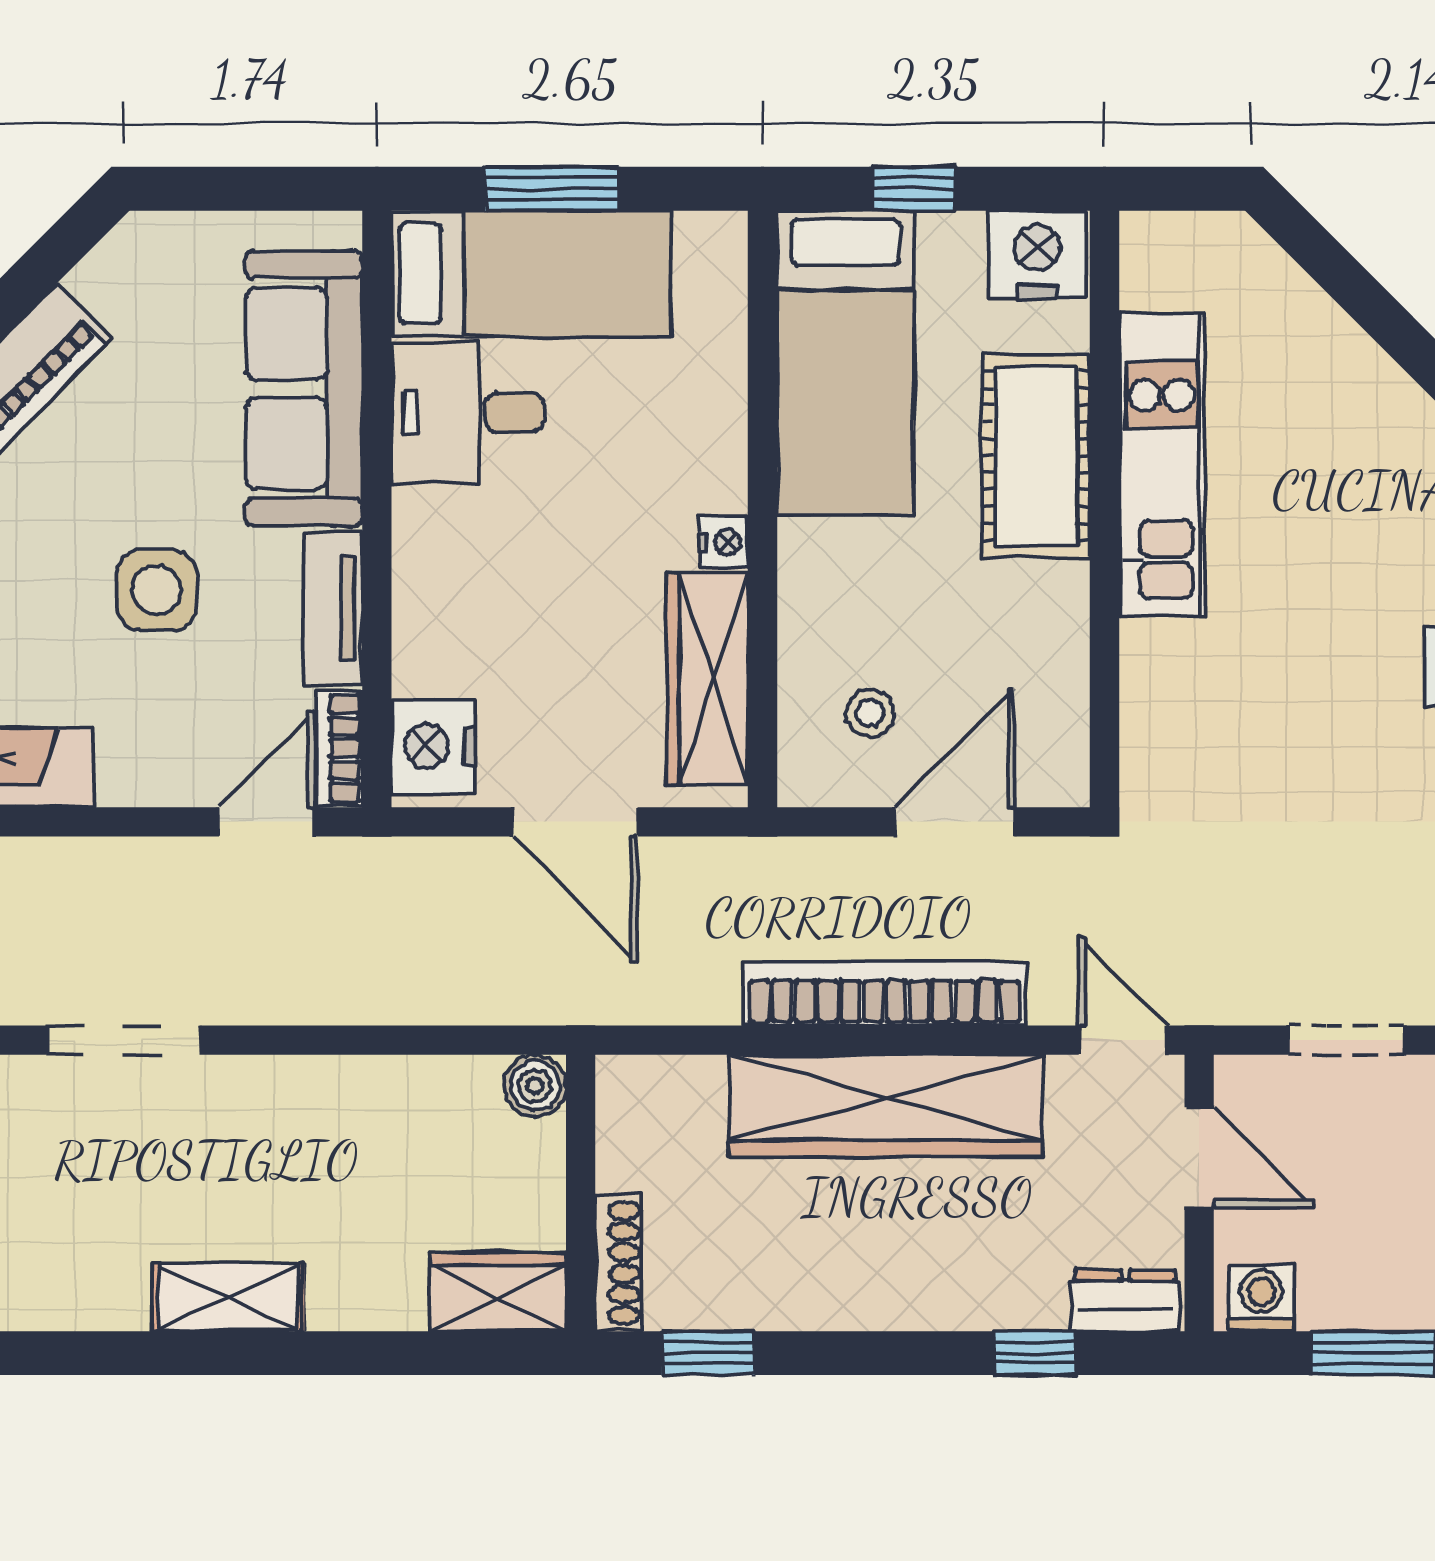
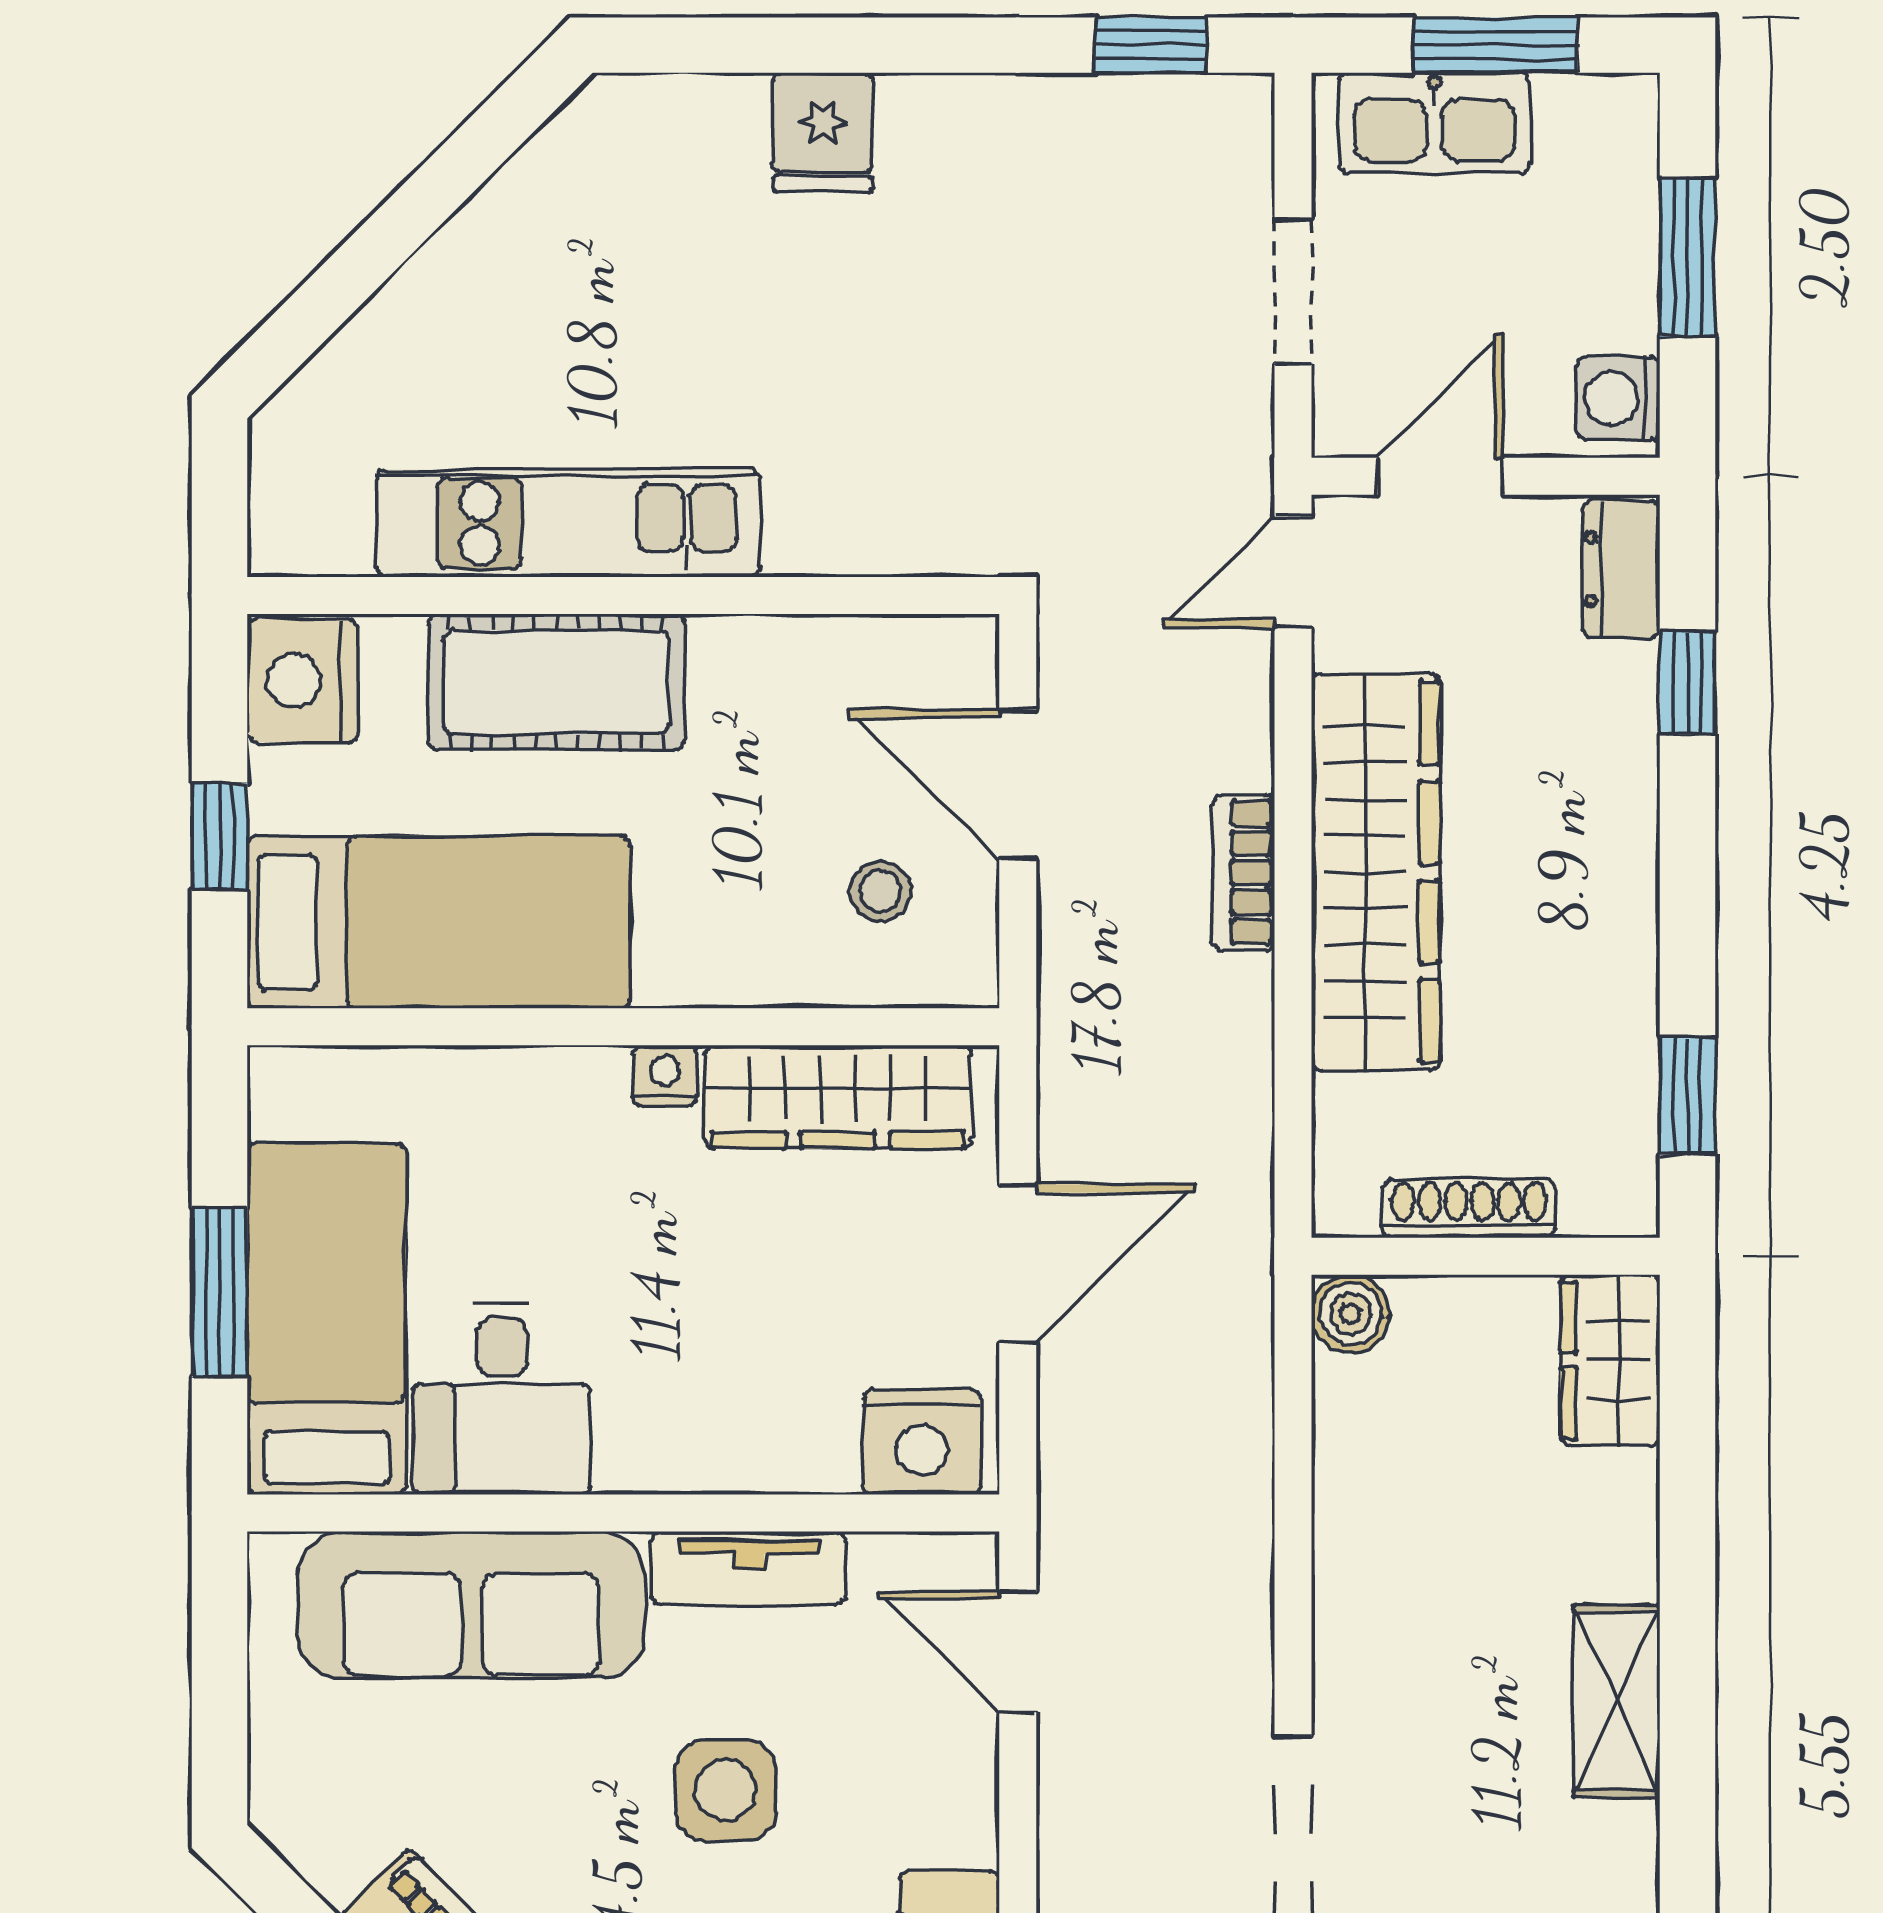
bookcase: (339, 748) -> (925, 1560), removed
bookcase: (885, 993) -> (1244, 873), width x0.43, depth x0.76
shoe rack: (618, 1263) -> (1469, 1209), moved

